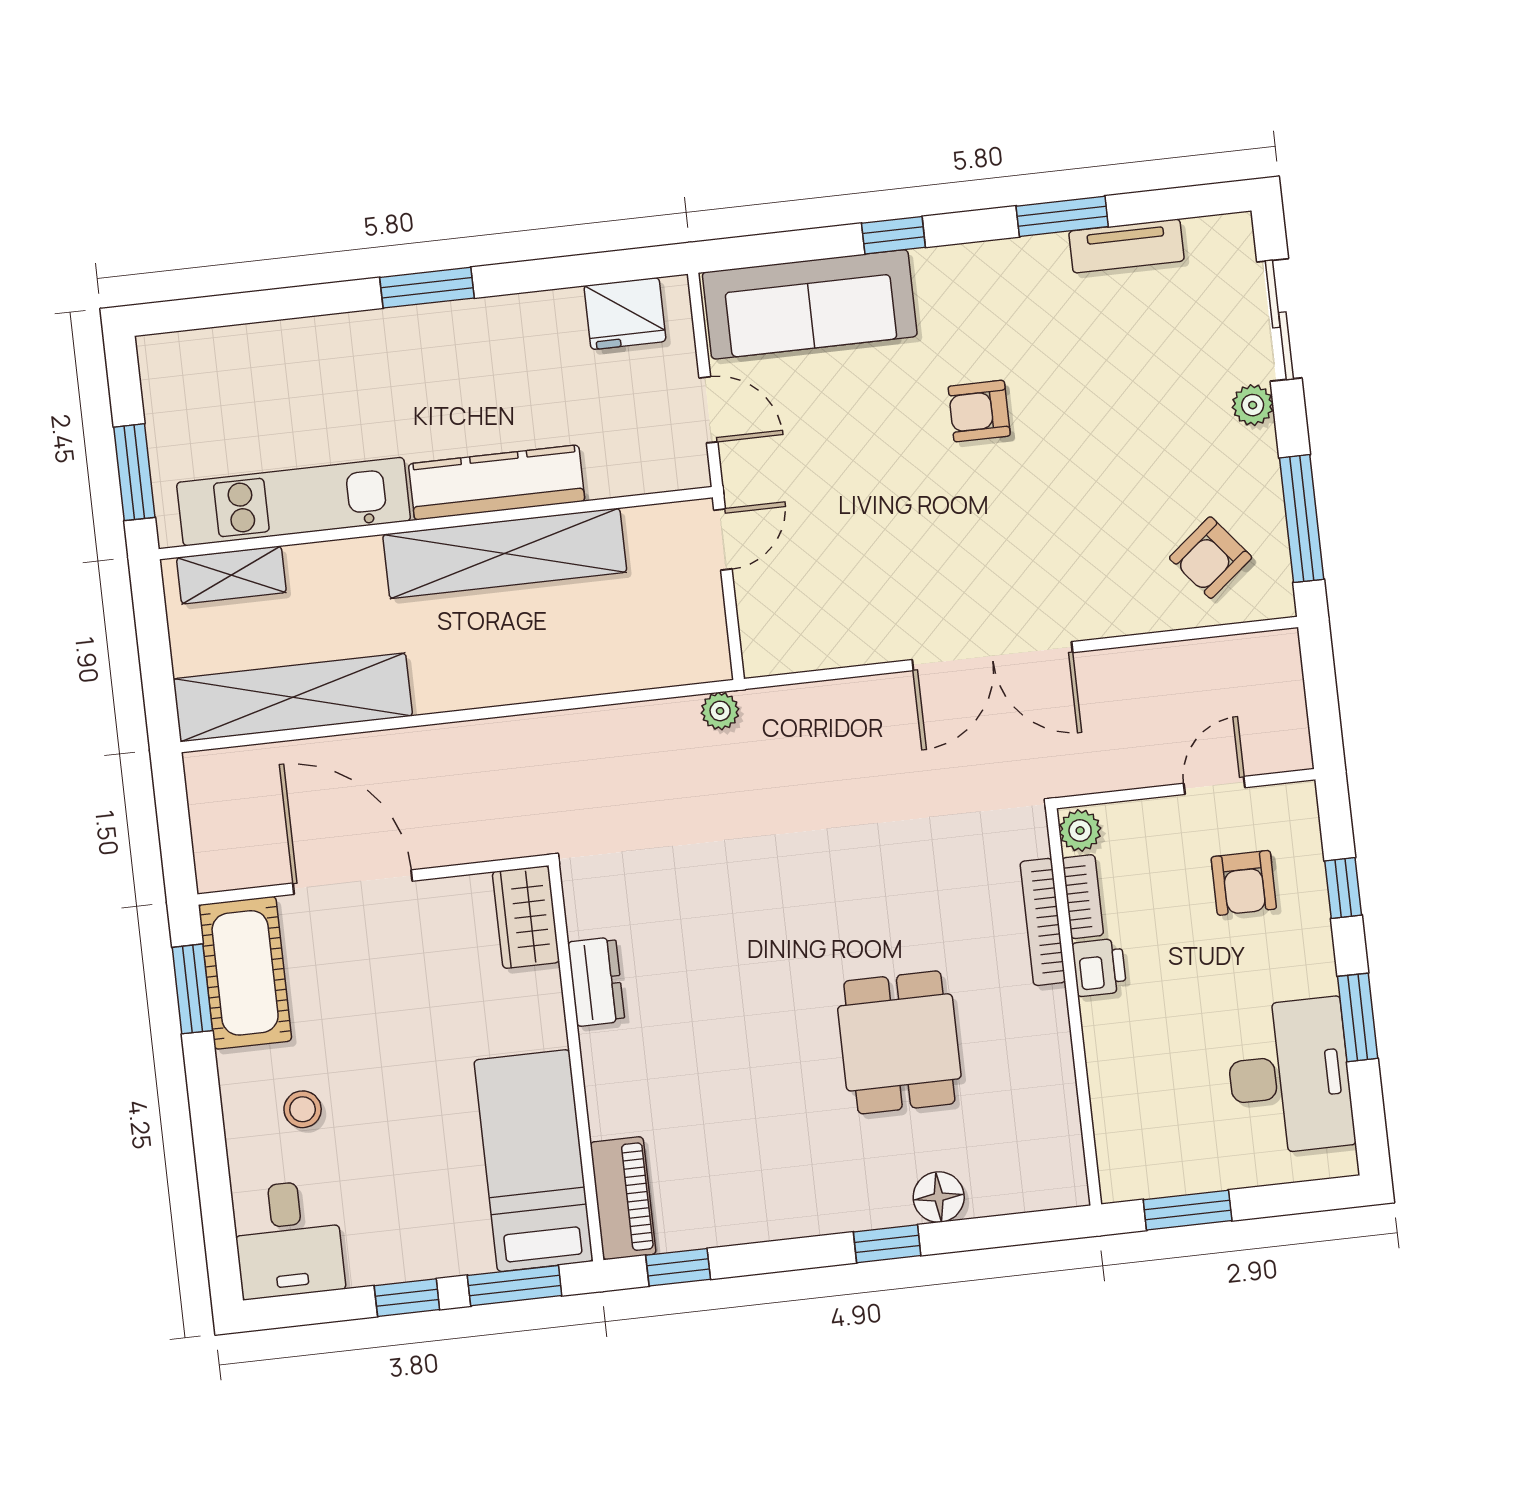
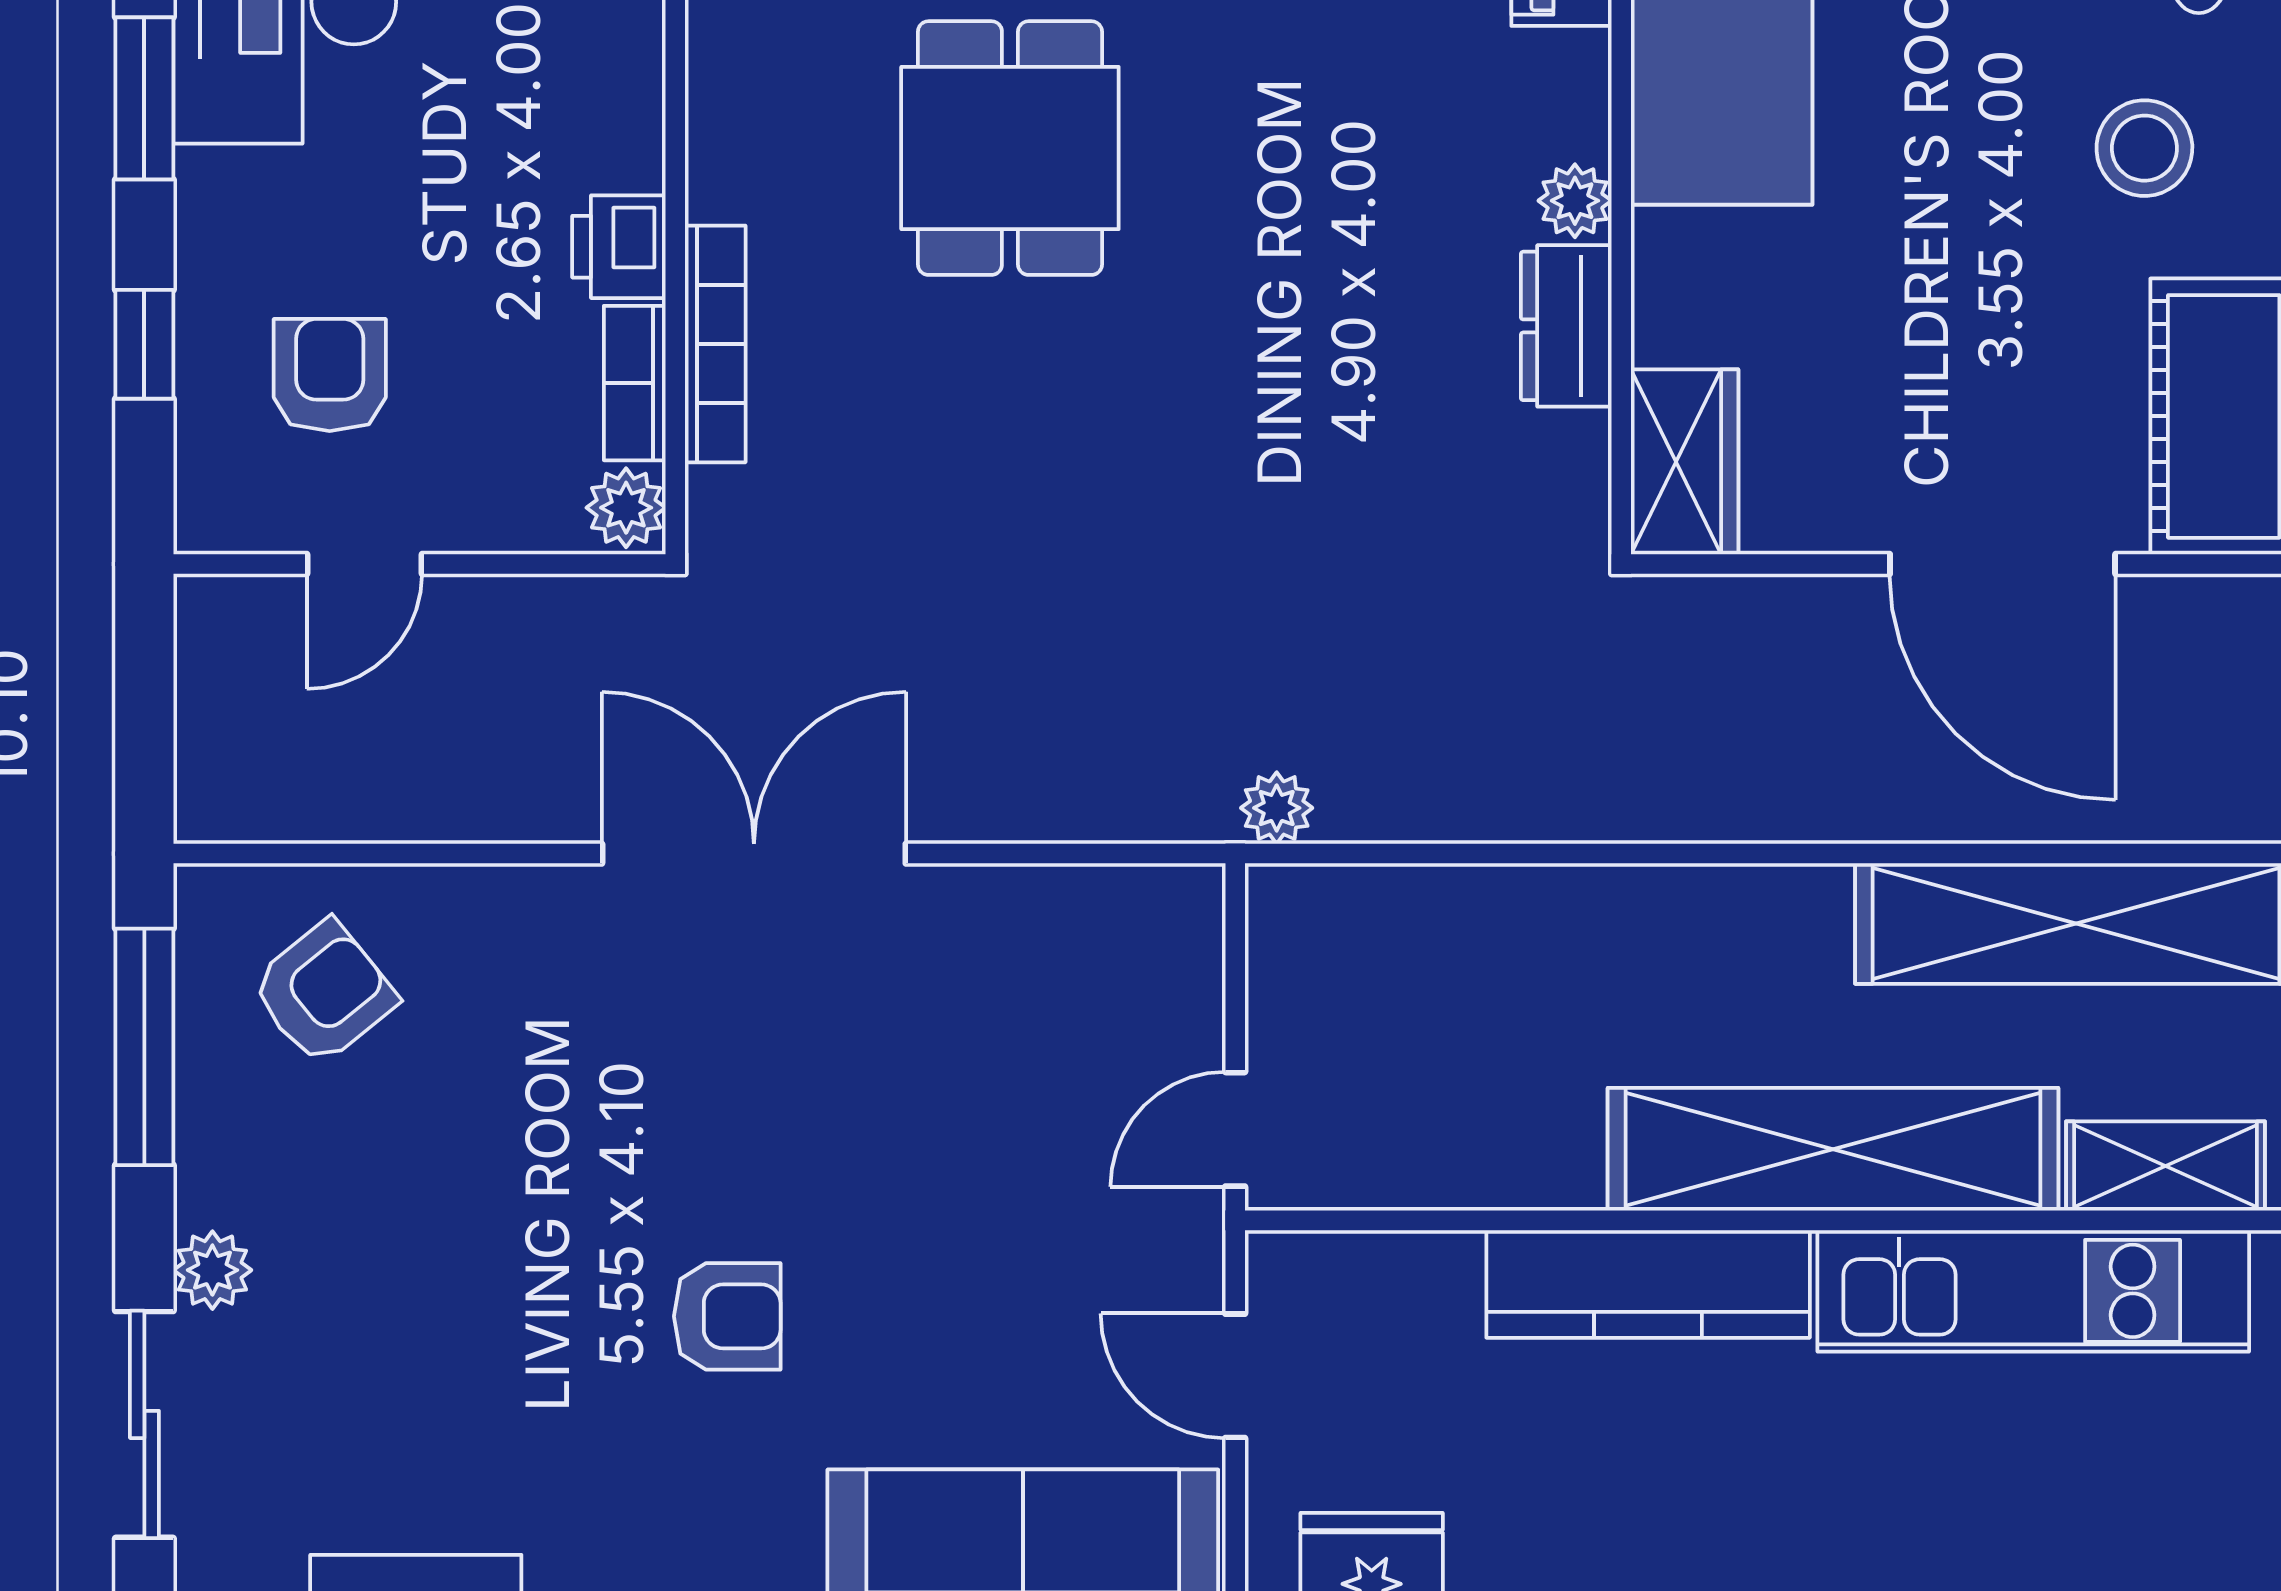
shelving: (505, 553) -> (1833, 1149), moved
plant: (599, 1048) -> (1575, 201), added
stool: (303, 1109) -> (2144, 148), width x1.37, depth x1.37

